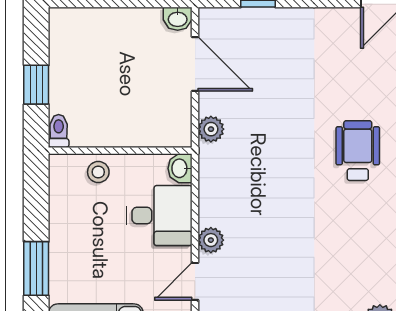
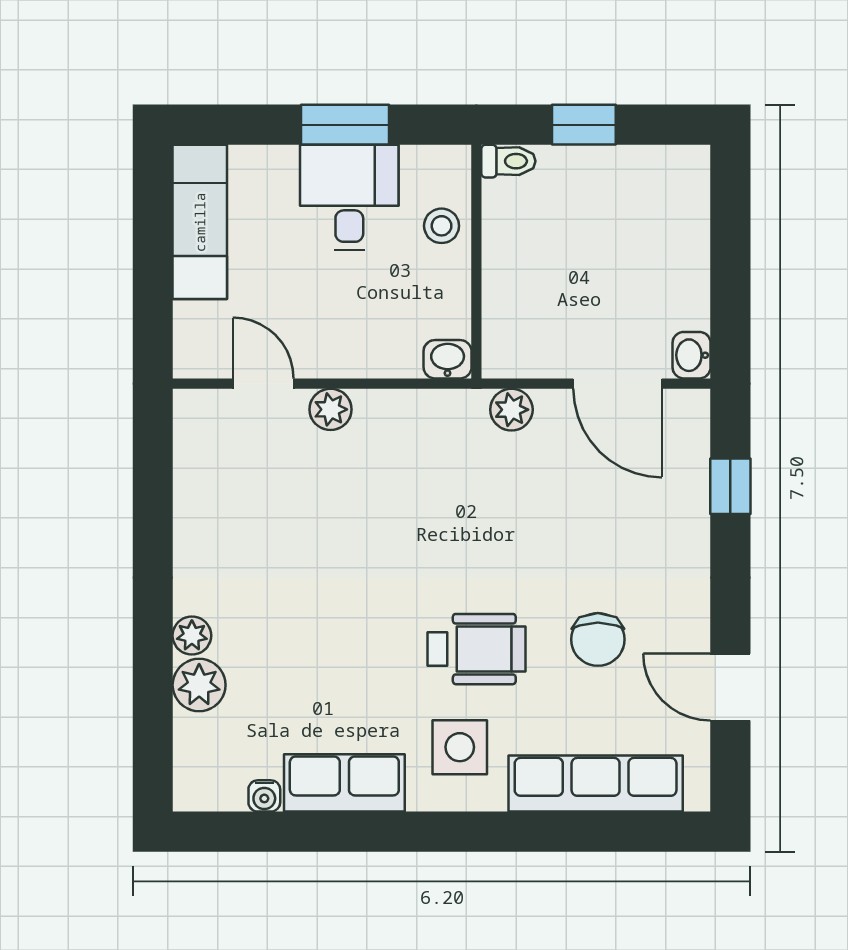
door: (195, 64) -> (618, 384), hinge flipped
chair: (352, 76) -> (598, 639), added
desk: (159, 216) -> (349, 197), moved, turned 180
window: (36, 269) -> (345, 125), moved

